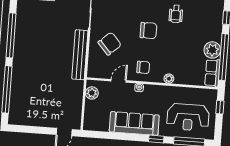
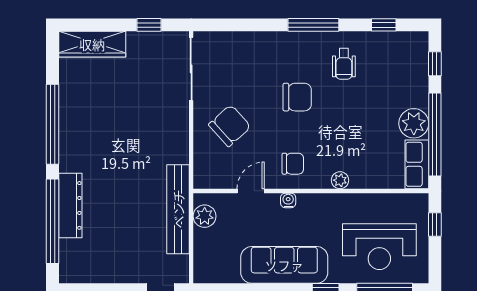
bench: (80, 55) -> (178, 209), moved
dresser: (18, 81) -> (70, 205), added

